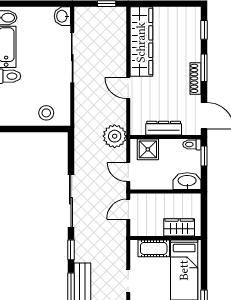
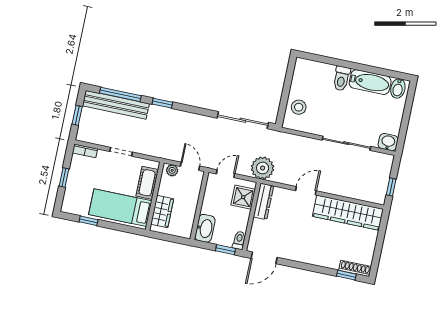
window: (204, 68) -> (310, 267), removed
shoe rack: (196, 78) -> (355, 268), moved
dresser: (164, 128) -> (264, 201), moved
sliding door: (71, 201) -> (243, 120), moved
plant: (136, 226) -> (172, 170), added

